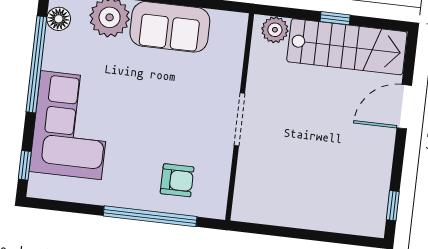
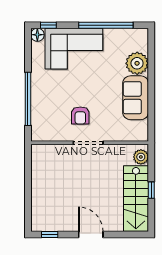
floor lamp: (59, 19) -> (37, 35), moved
door: (404, 107) -> (91, 235), moved
armchair: (177, 180) -> (80, 115), moved

